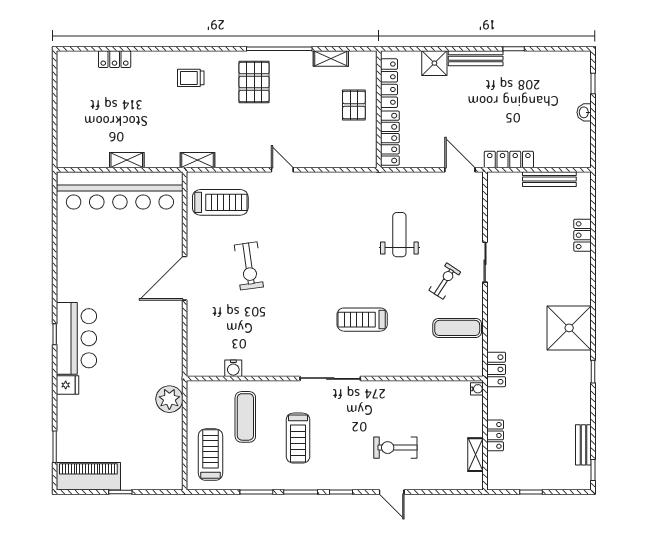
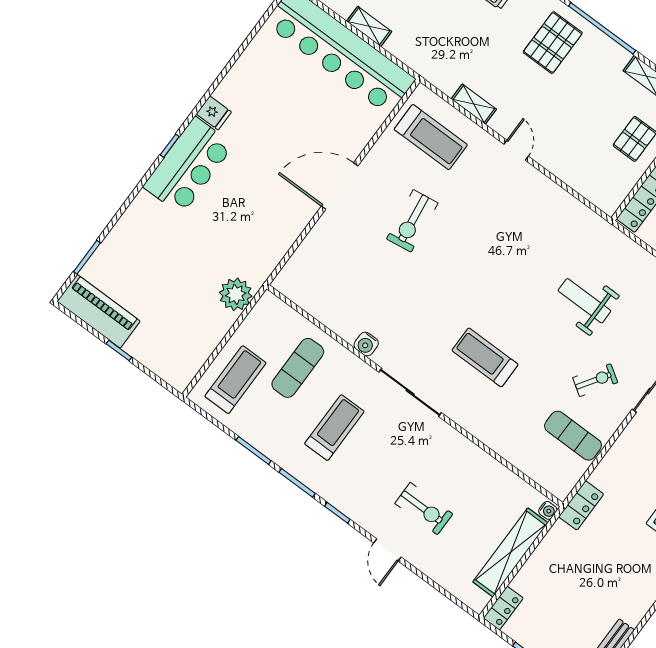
shelving: (198, 160) -> (474, 104), moved
weight bench: (399, 235) -> (584, 301), turned -90
water cooler: (233, 368) -> (366, 344), moved
fridge: (68, 385) -> (214, 113), moved
locker: (495, 435) -> (503, 608), moved
treadmill: (298, 438) -> (334, 428), turned 180
exercise bike: (395, 448) -> (424, 509), turned 180
shelving: (475, 455) -> (511, 552), width x2.20, depth x1.33

